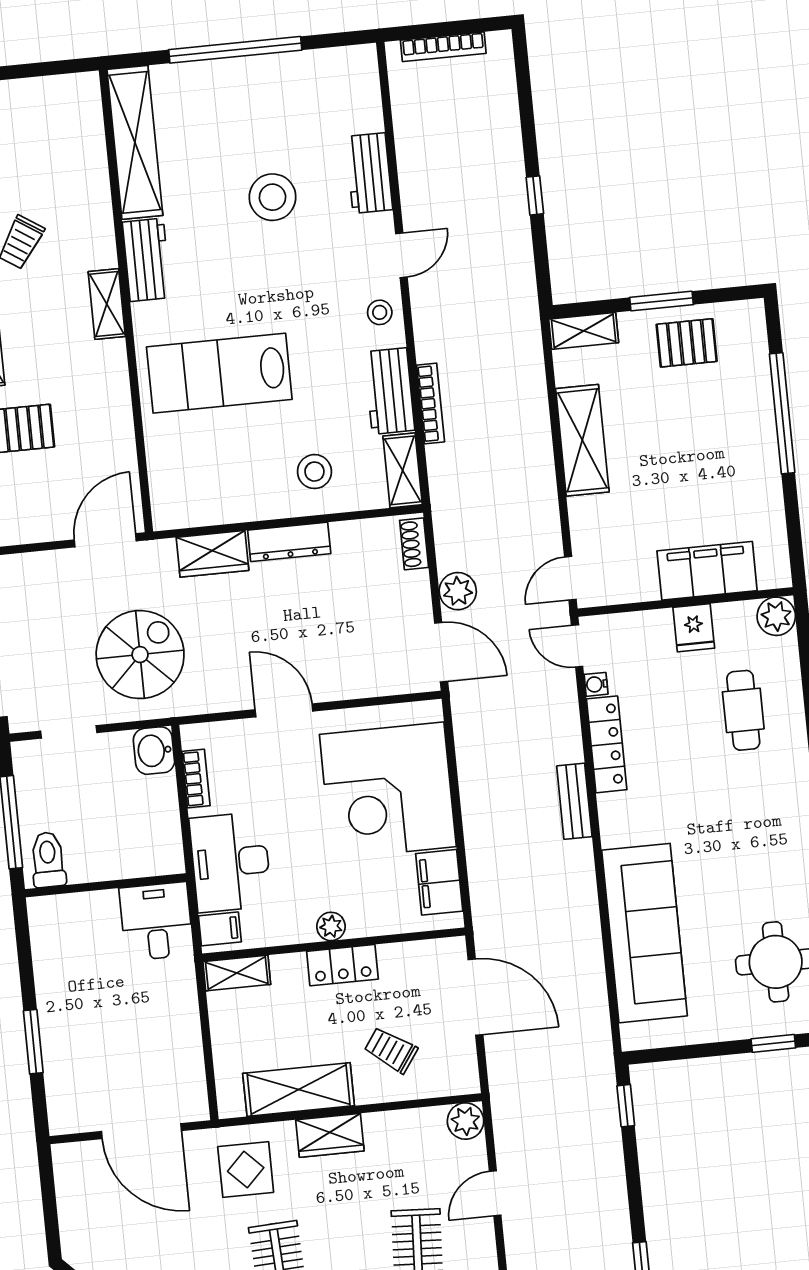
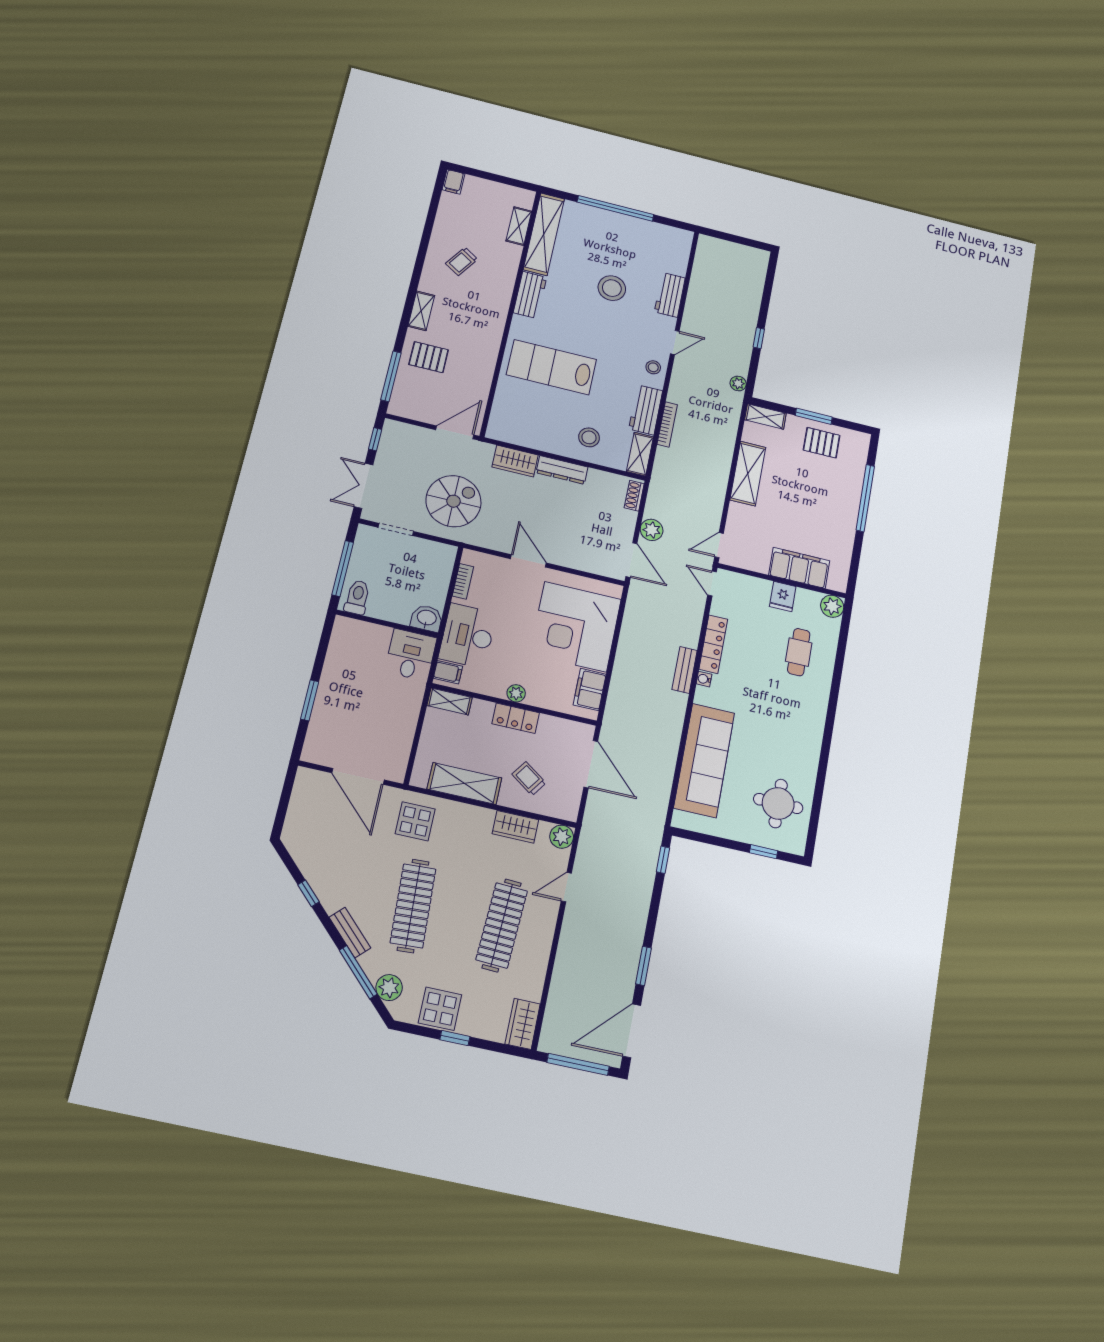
bookcase: (443, 47) -> (731, 247), removed
plant: (524, 289) -> (738, 383), added
shelving: (107, 304) -> (519, 226), moved
water cooler: (596, 684) -> (704, 679), moved
washbasin: (154, 751) -> (427, 618), moved, turned 90
wardrobe: (330, 1135) -> (515, 827), moved

